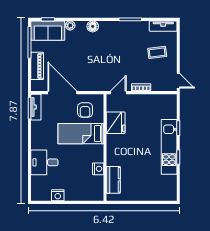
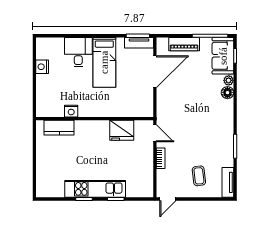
floor lamp: (93, 26) -> (227, 93), moved
armchair: (85, 110) -> (136, 97), removed
bed: (81, 134) -> (104, 62), moved, turned 180

